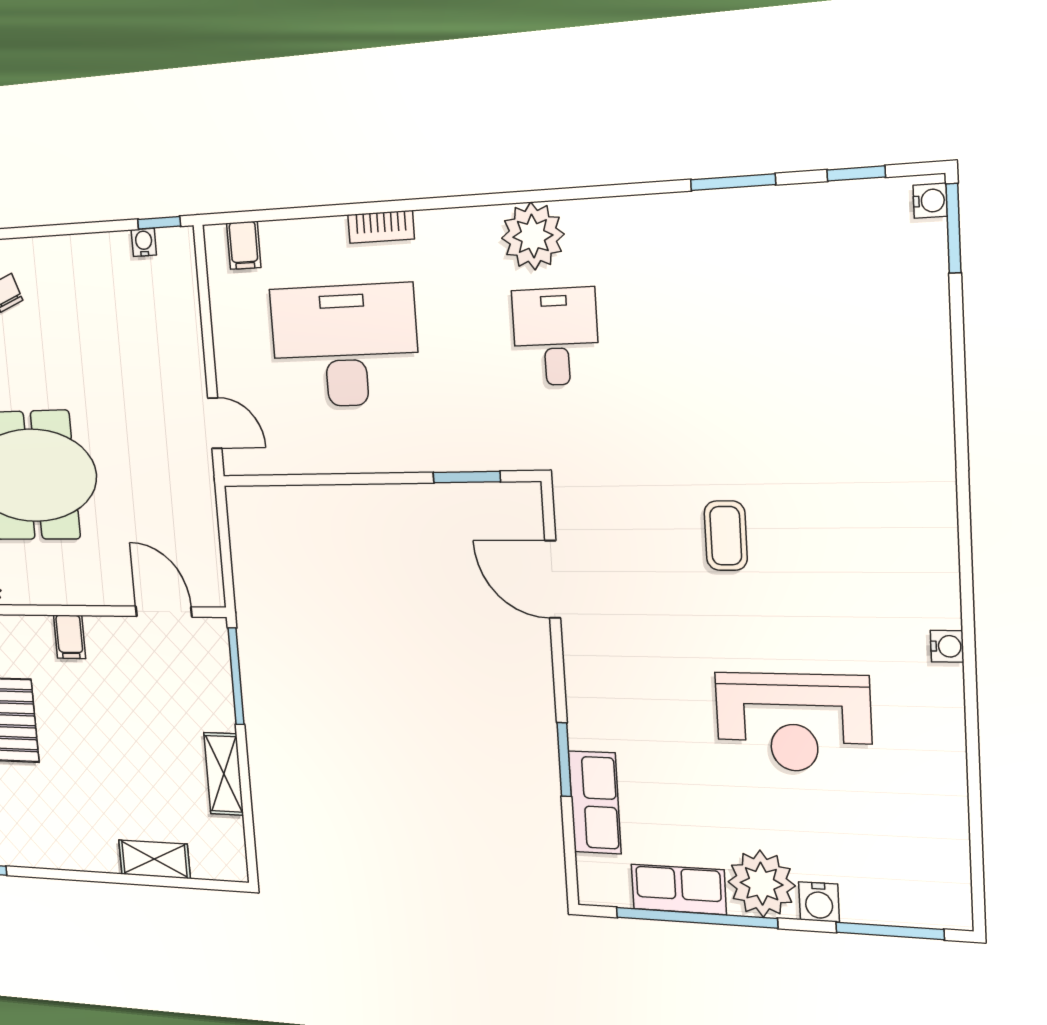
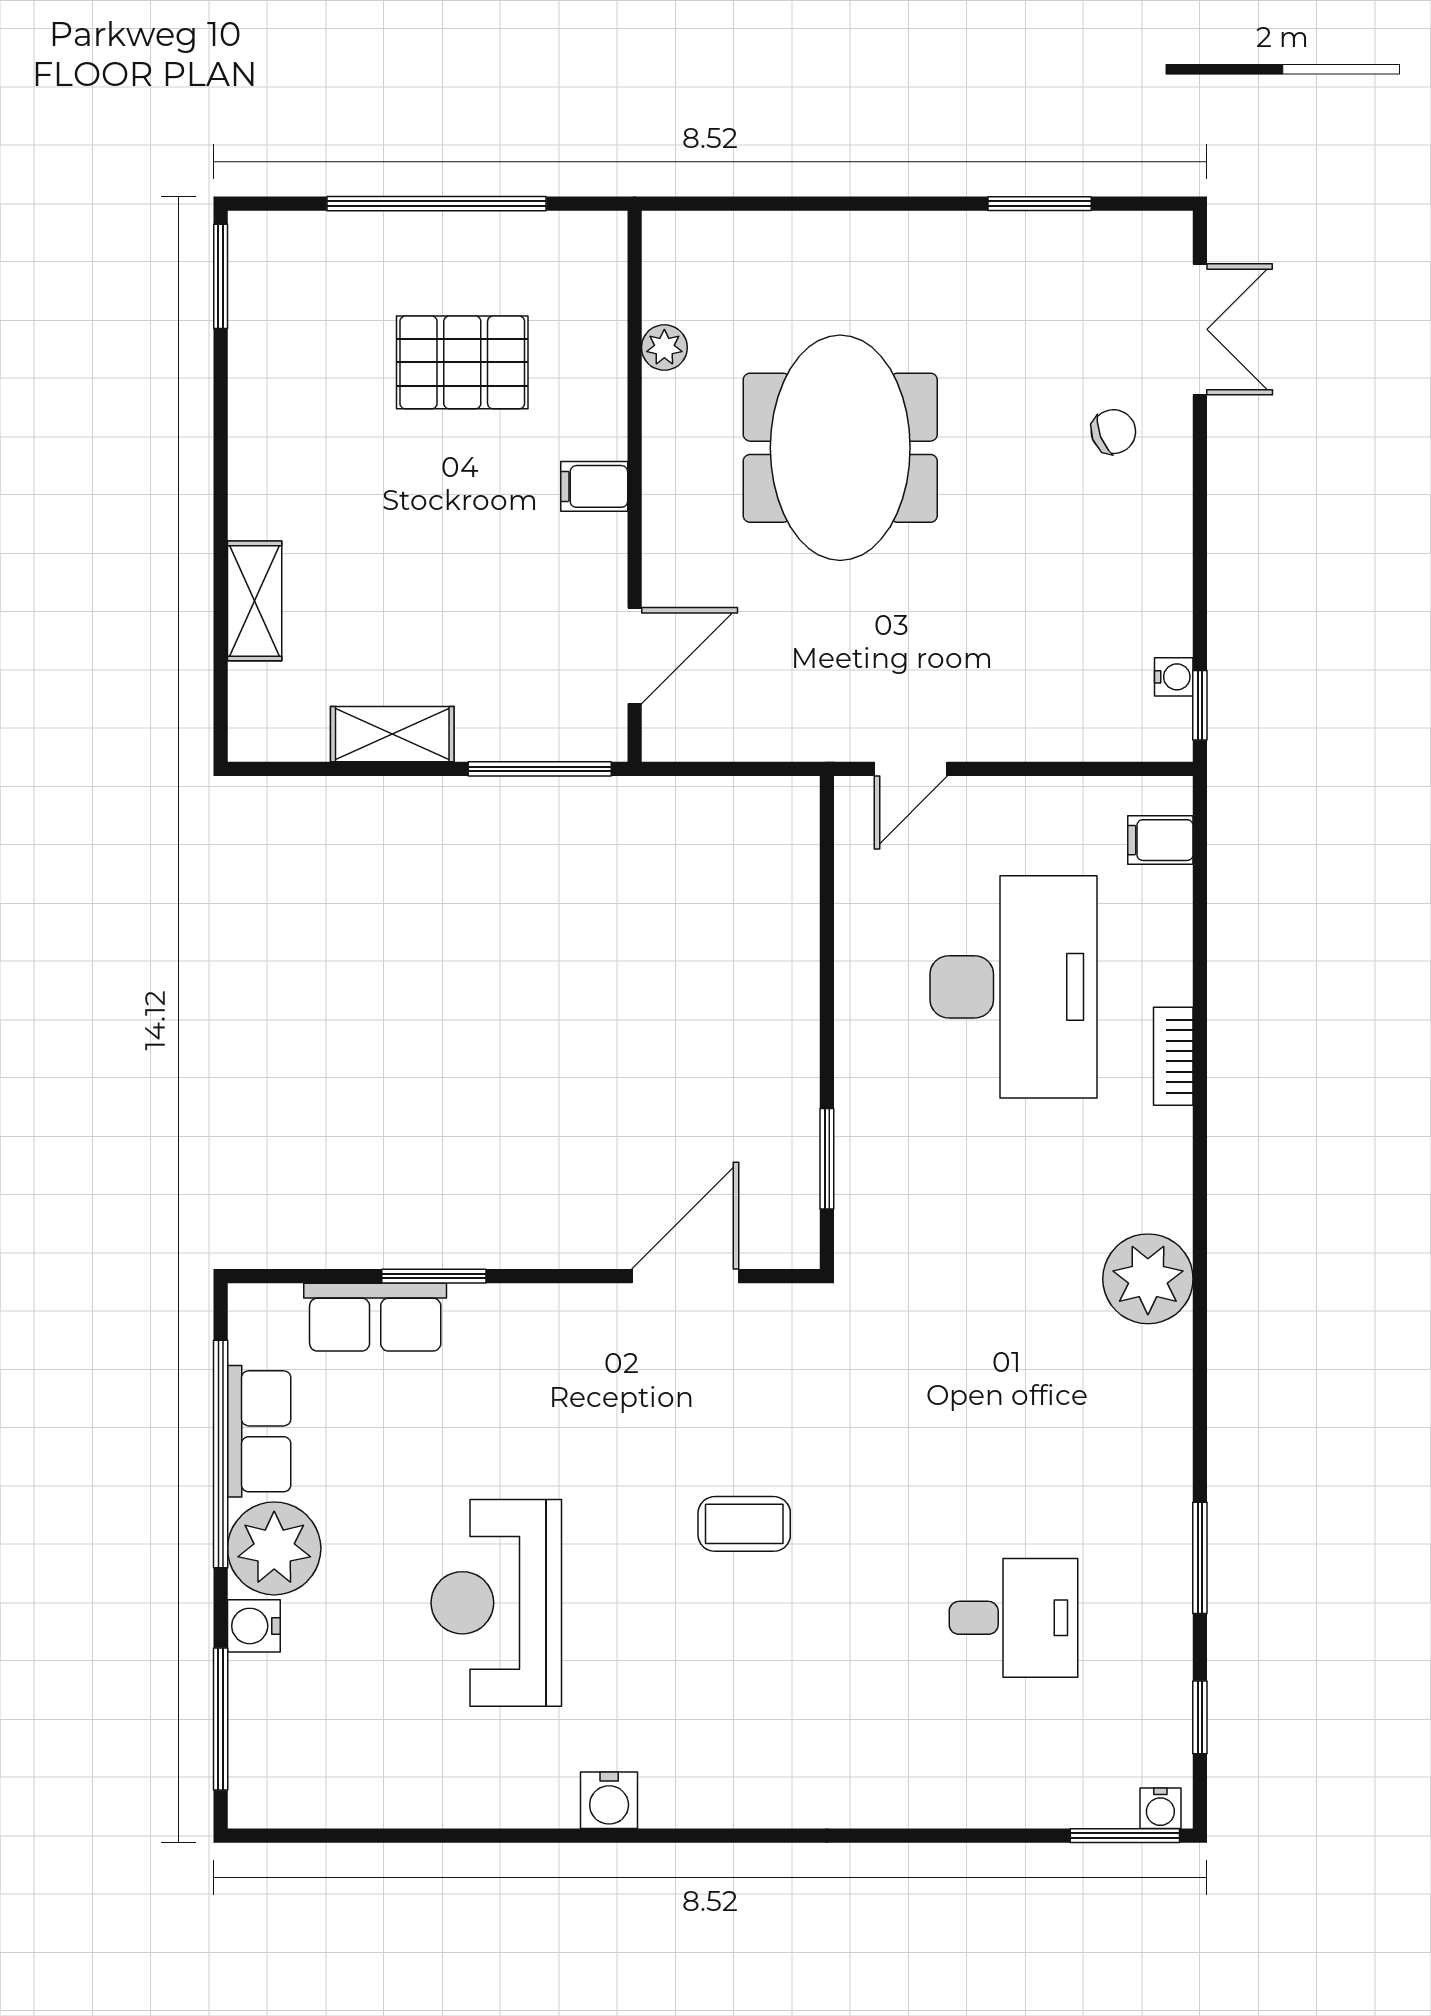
desk: (556, 337) -> (1013, 1618), moved
water cooler: (947, 646) -> (609, 1800), width x1.38, depth x1.38

